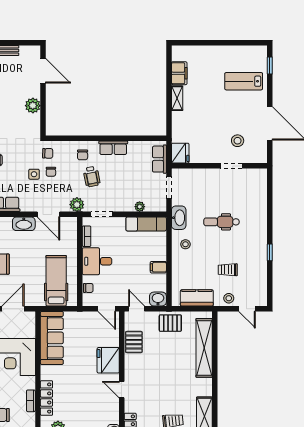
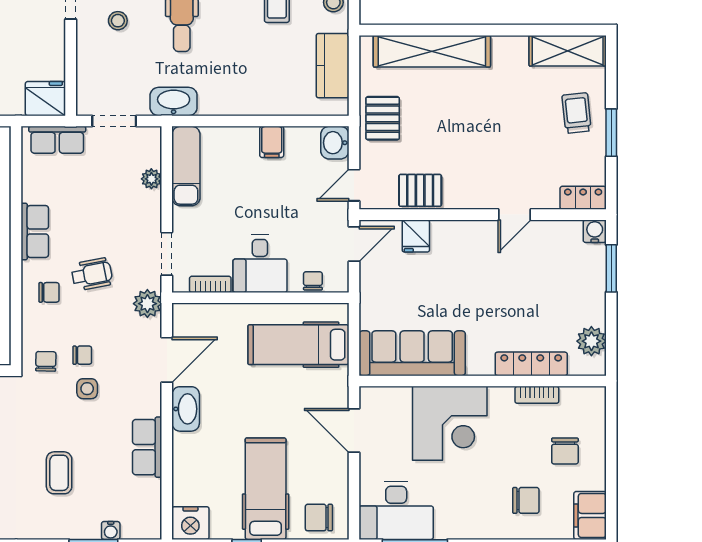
stool: (185, 244) -> (118, 21), moved
fridge: (108, 360) -> (416, 236), moved, width x0.53, depth x0.75

